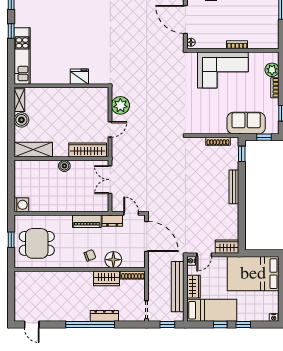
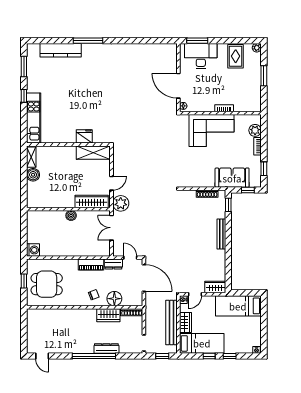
plant: (120, 105) -> (121, 203), moved
shelving: (33, 150) -> (93, 153), moved
bed: (253, 274) -> (238, 306), width x0.67

